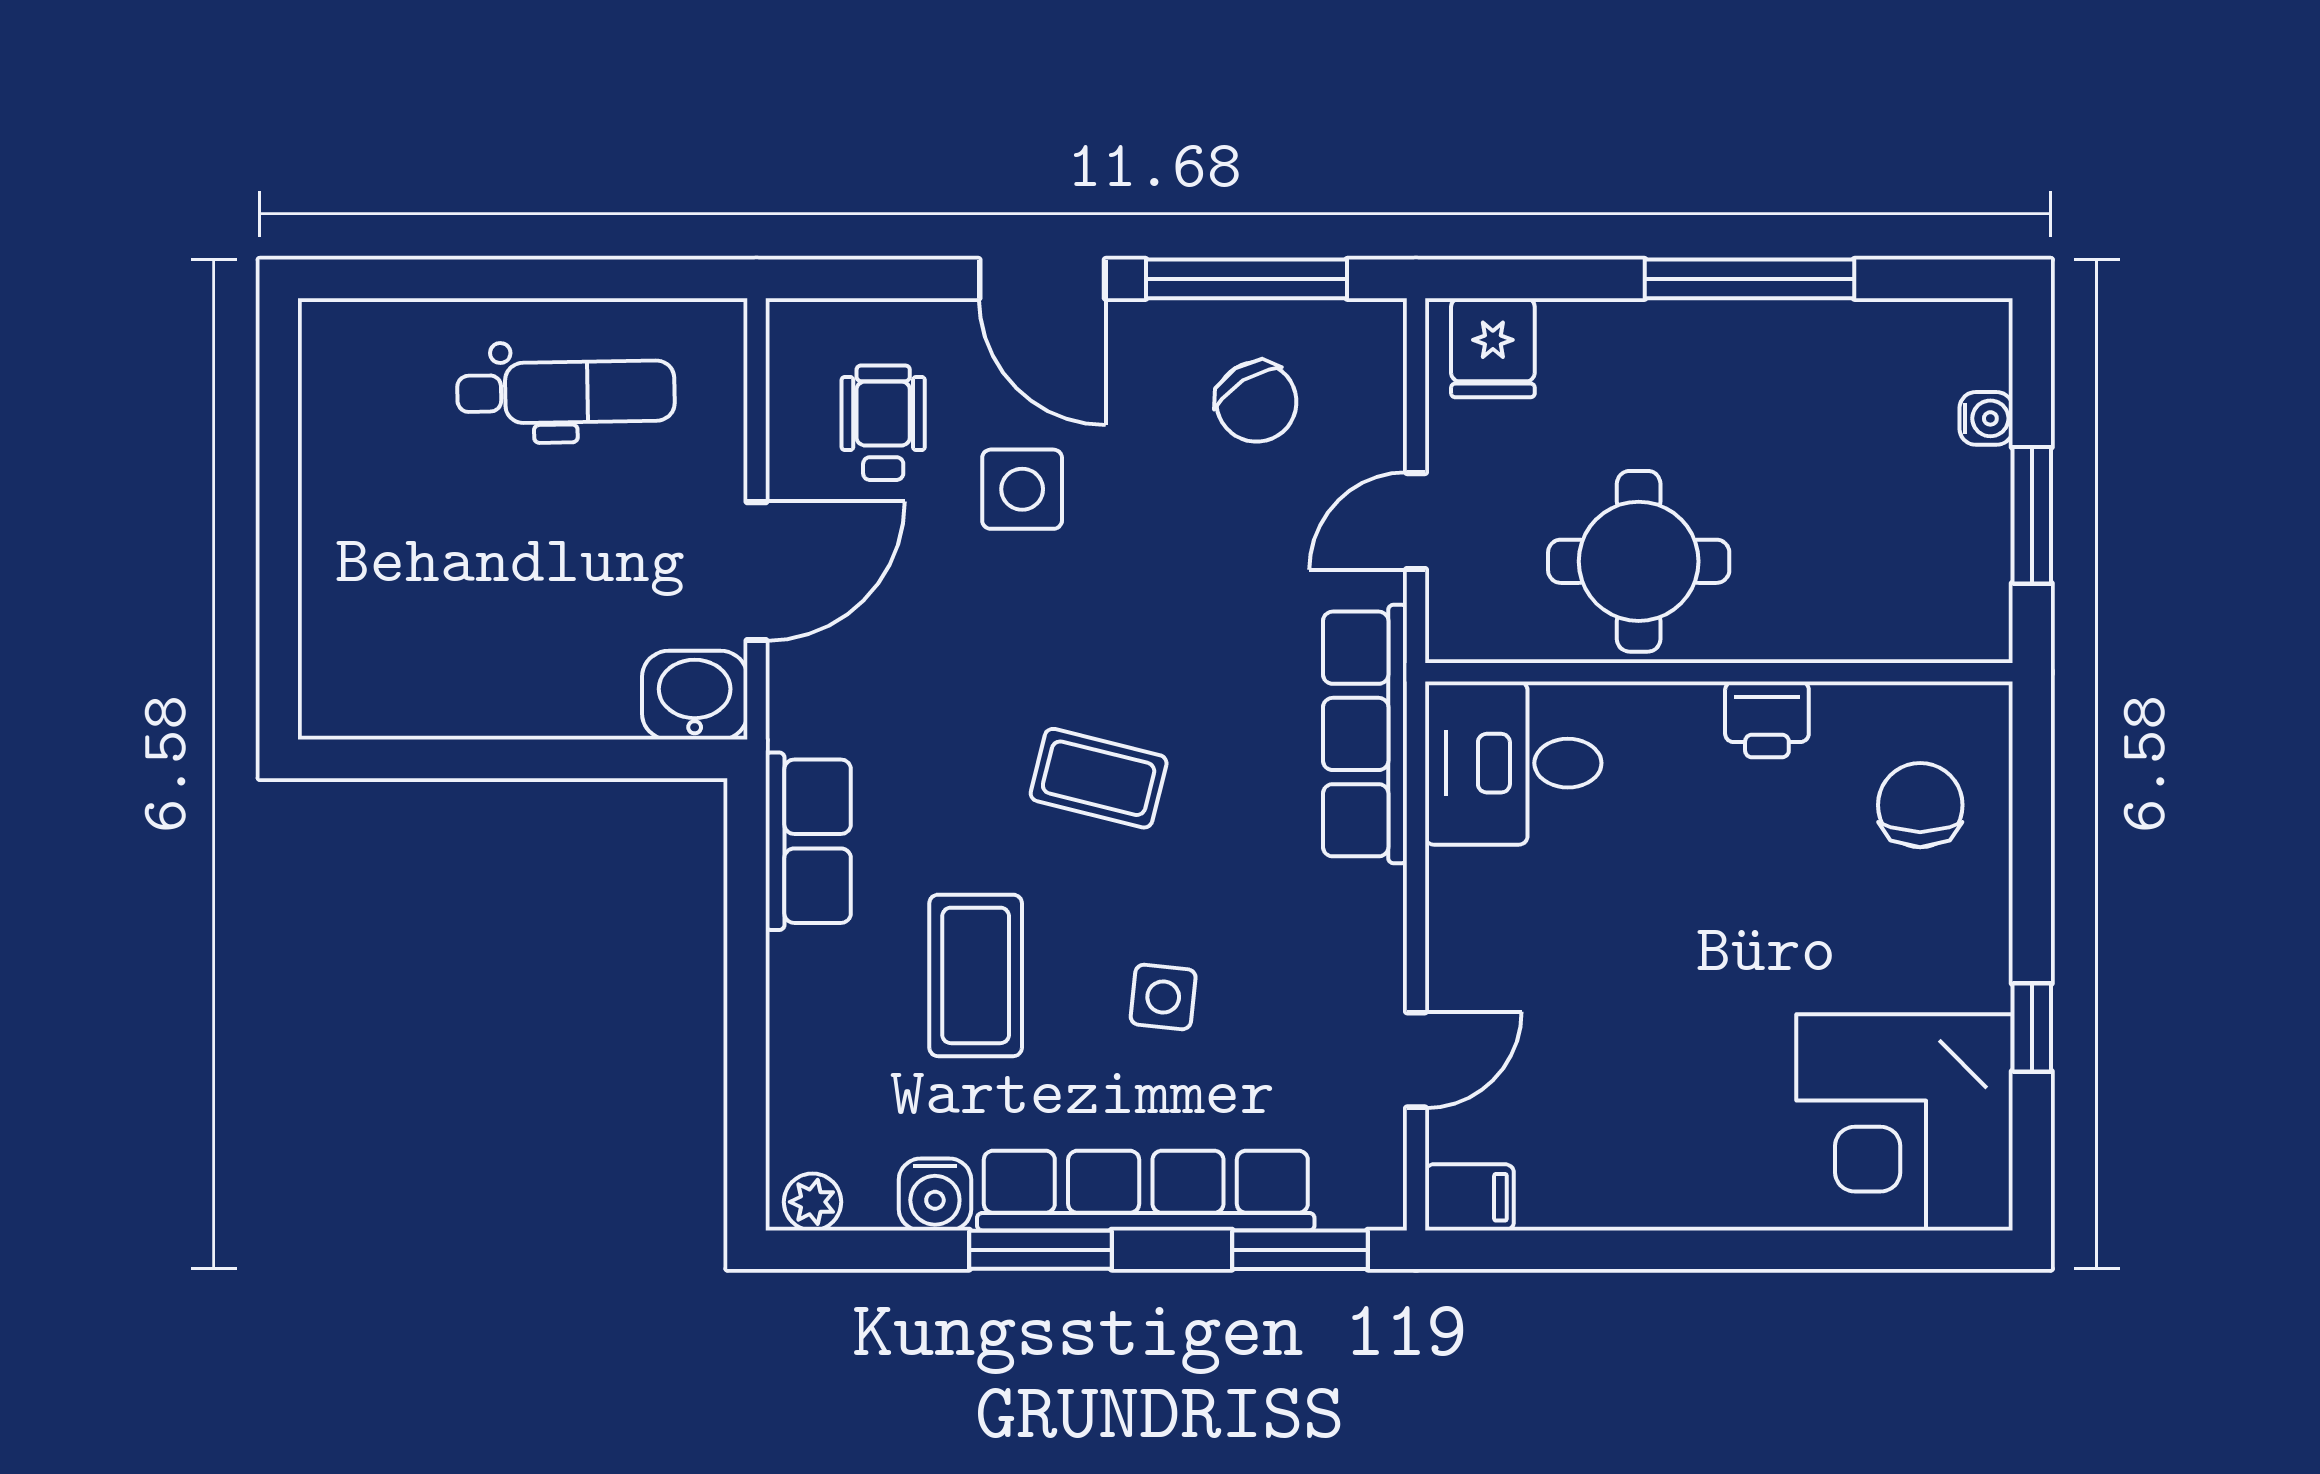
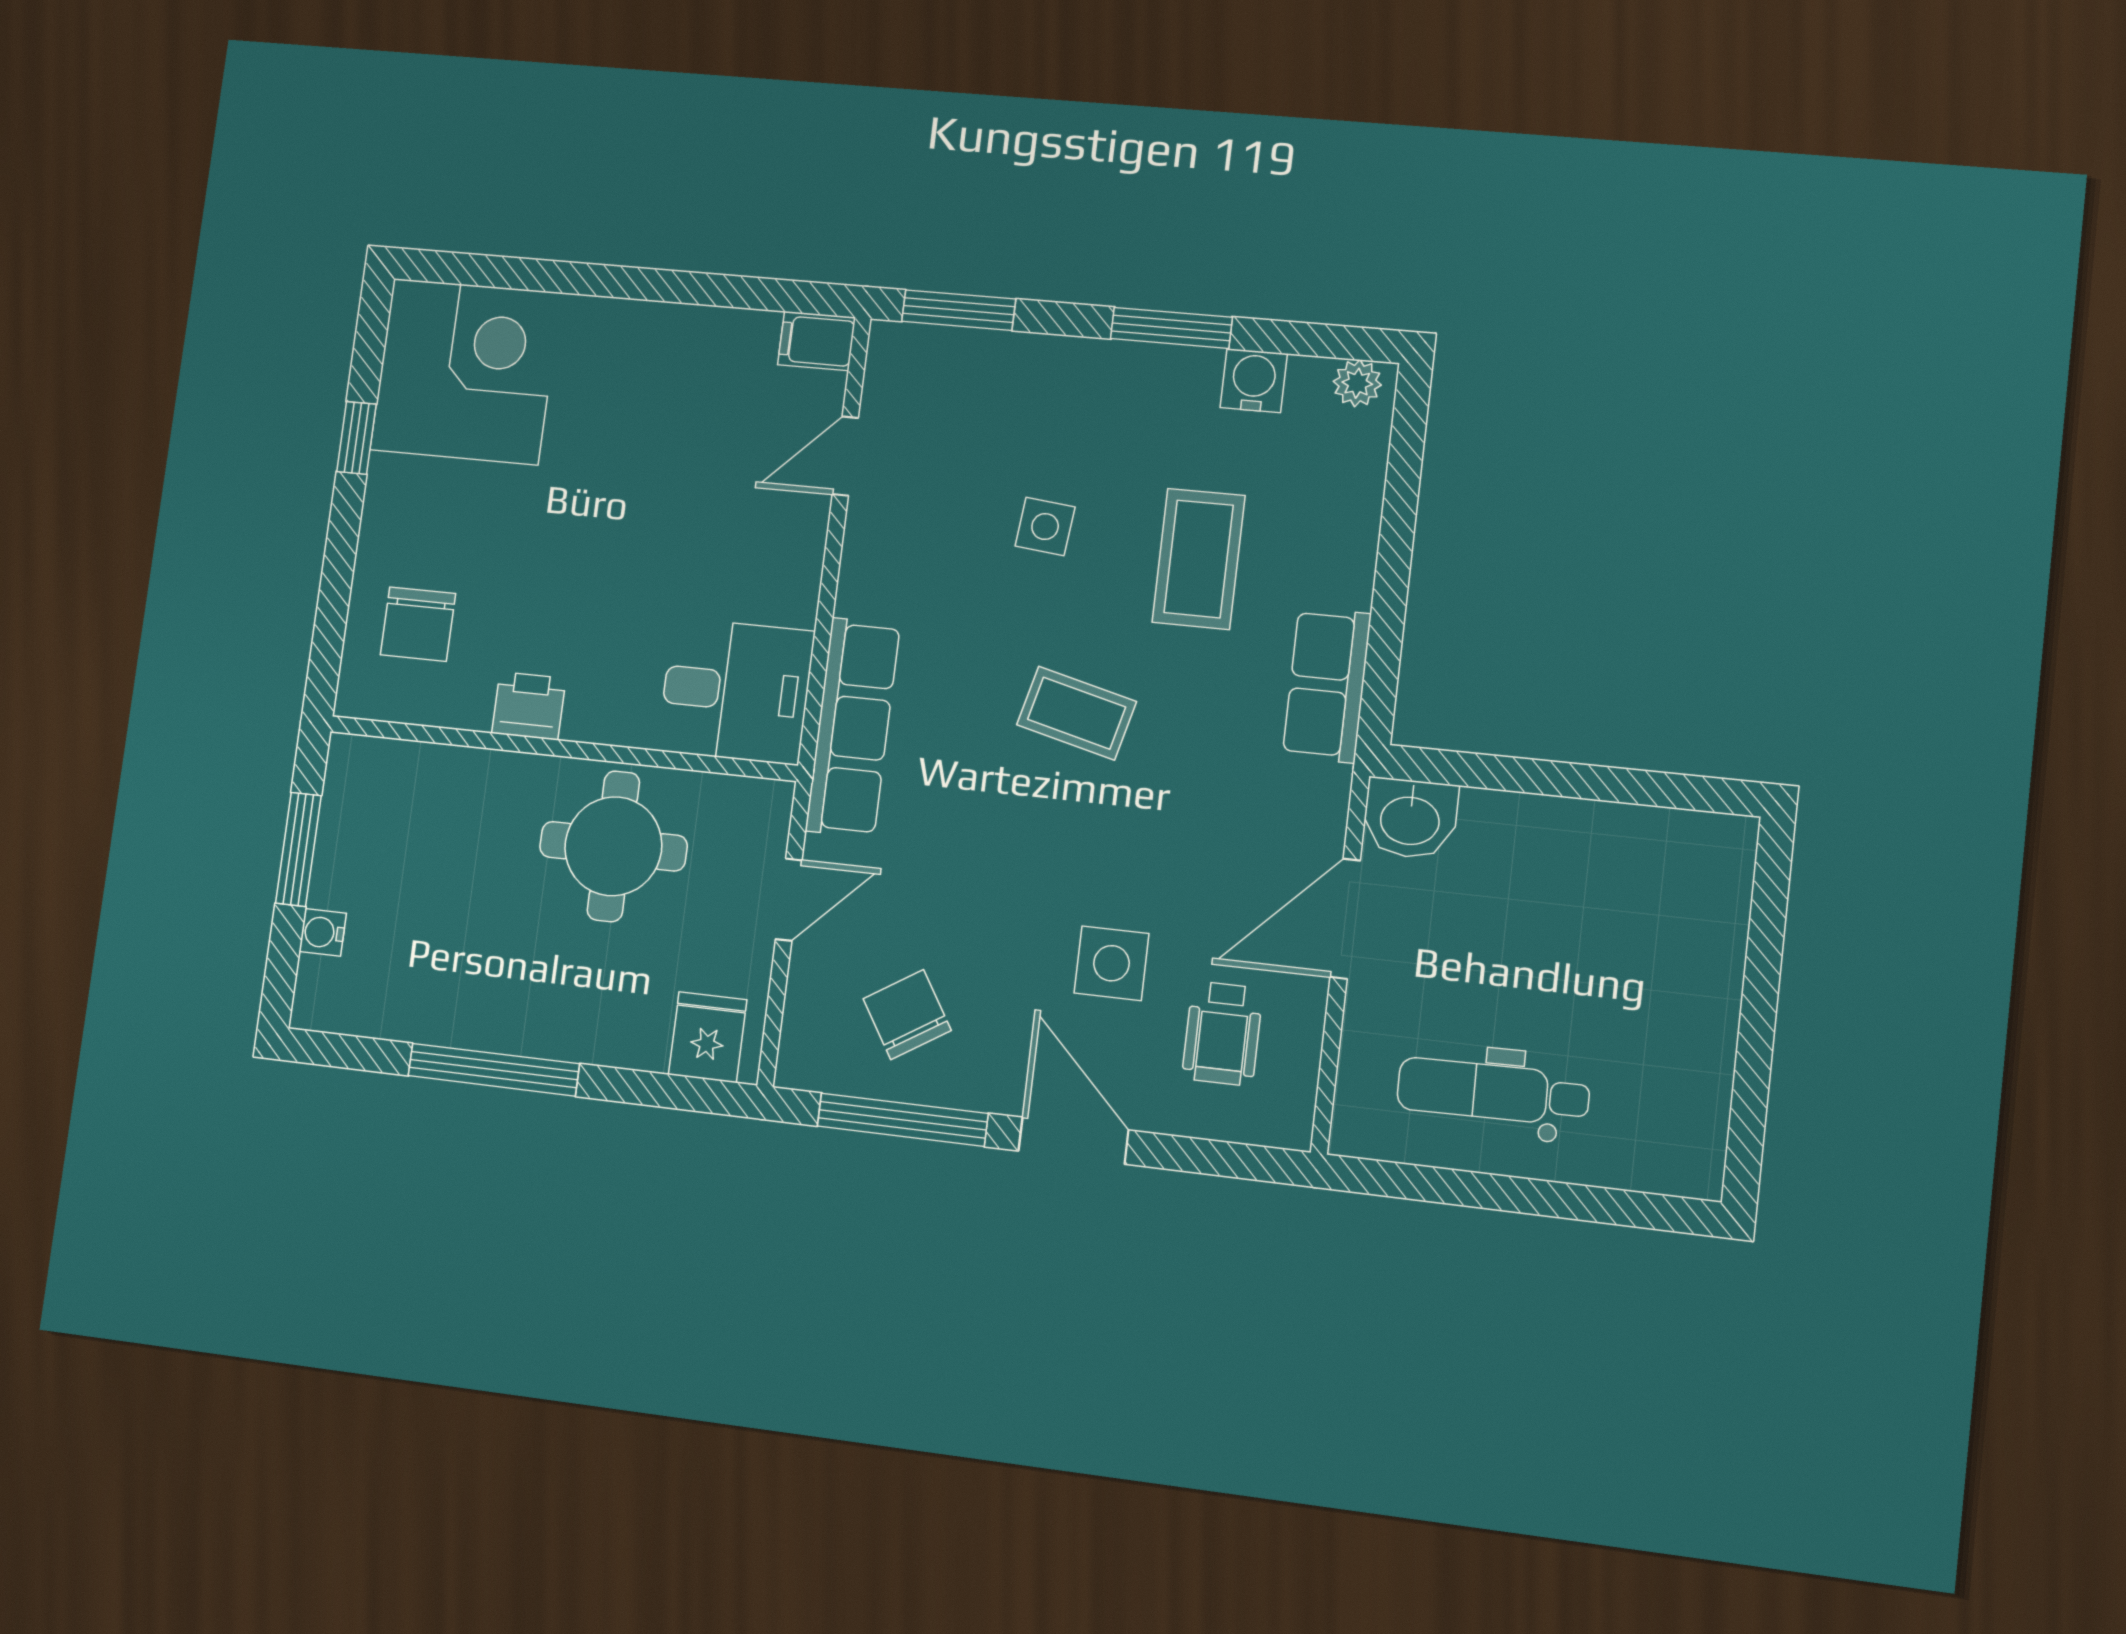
row of seats: (1146, 1191) -> (1079, 369), removed

